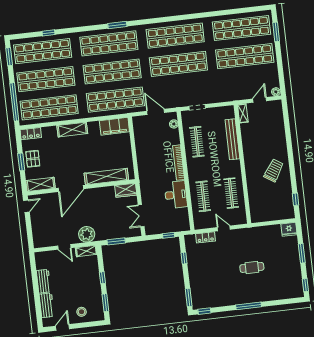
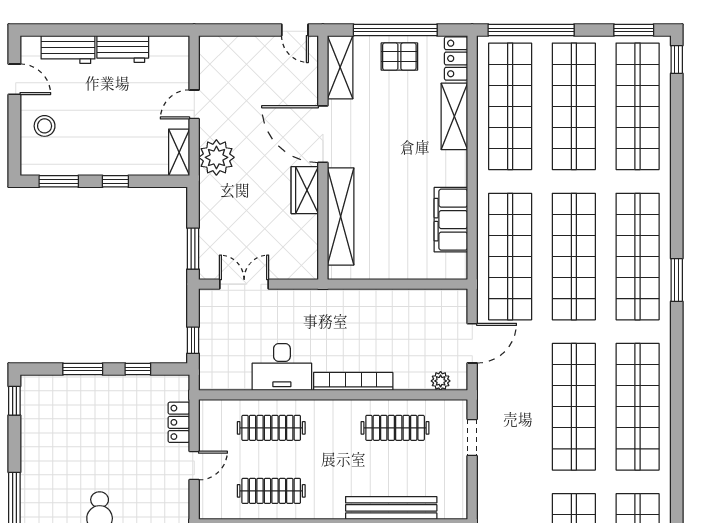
window: (48, 33) -> (677, 59), moved
filing cabinet: (114, 126) -> (451, 220), moved
shelving: (72, 130) -> (454, 116), moved
window: (21, 162) -> (395, 30), width x2.11
wardrobe: (126, 190) -> (305, 190), moved
window: (116, 241) -> (193, 249), moved
window: (189, 297) -> (83, 369), moved

